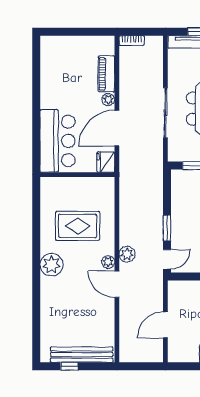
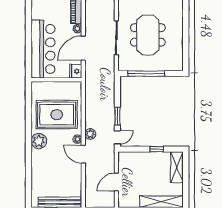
bar counter: (57, 141) -> (43, 49), width x1.36
rug: (78, 226) -> (57, 115), width x1.37, depth x1.44

